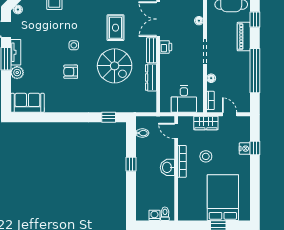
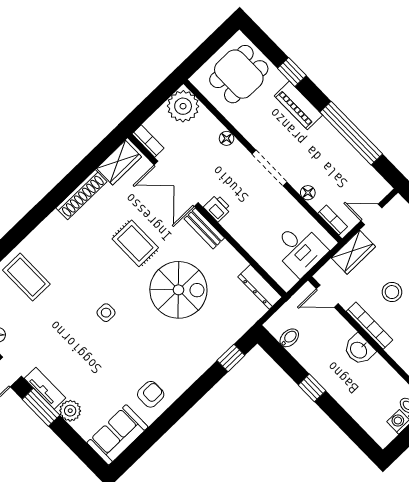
armchair: (71, 72) -> (151, 394), moved, turned 180
dresser: (151, 77) -> (260, 287), moved

